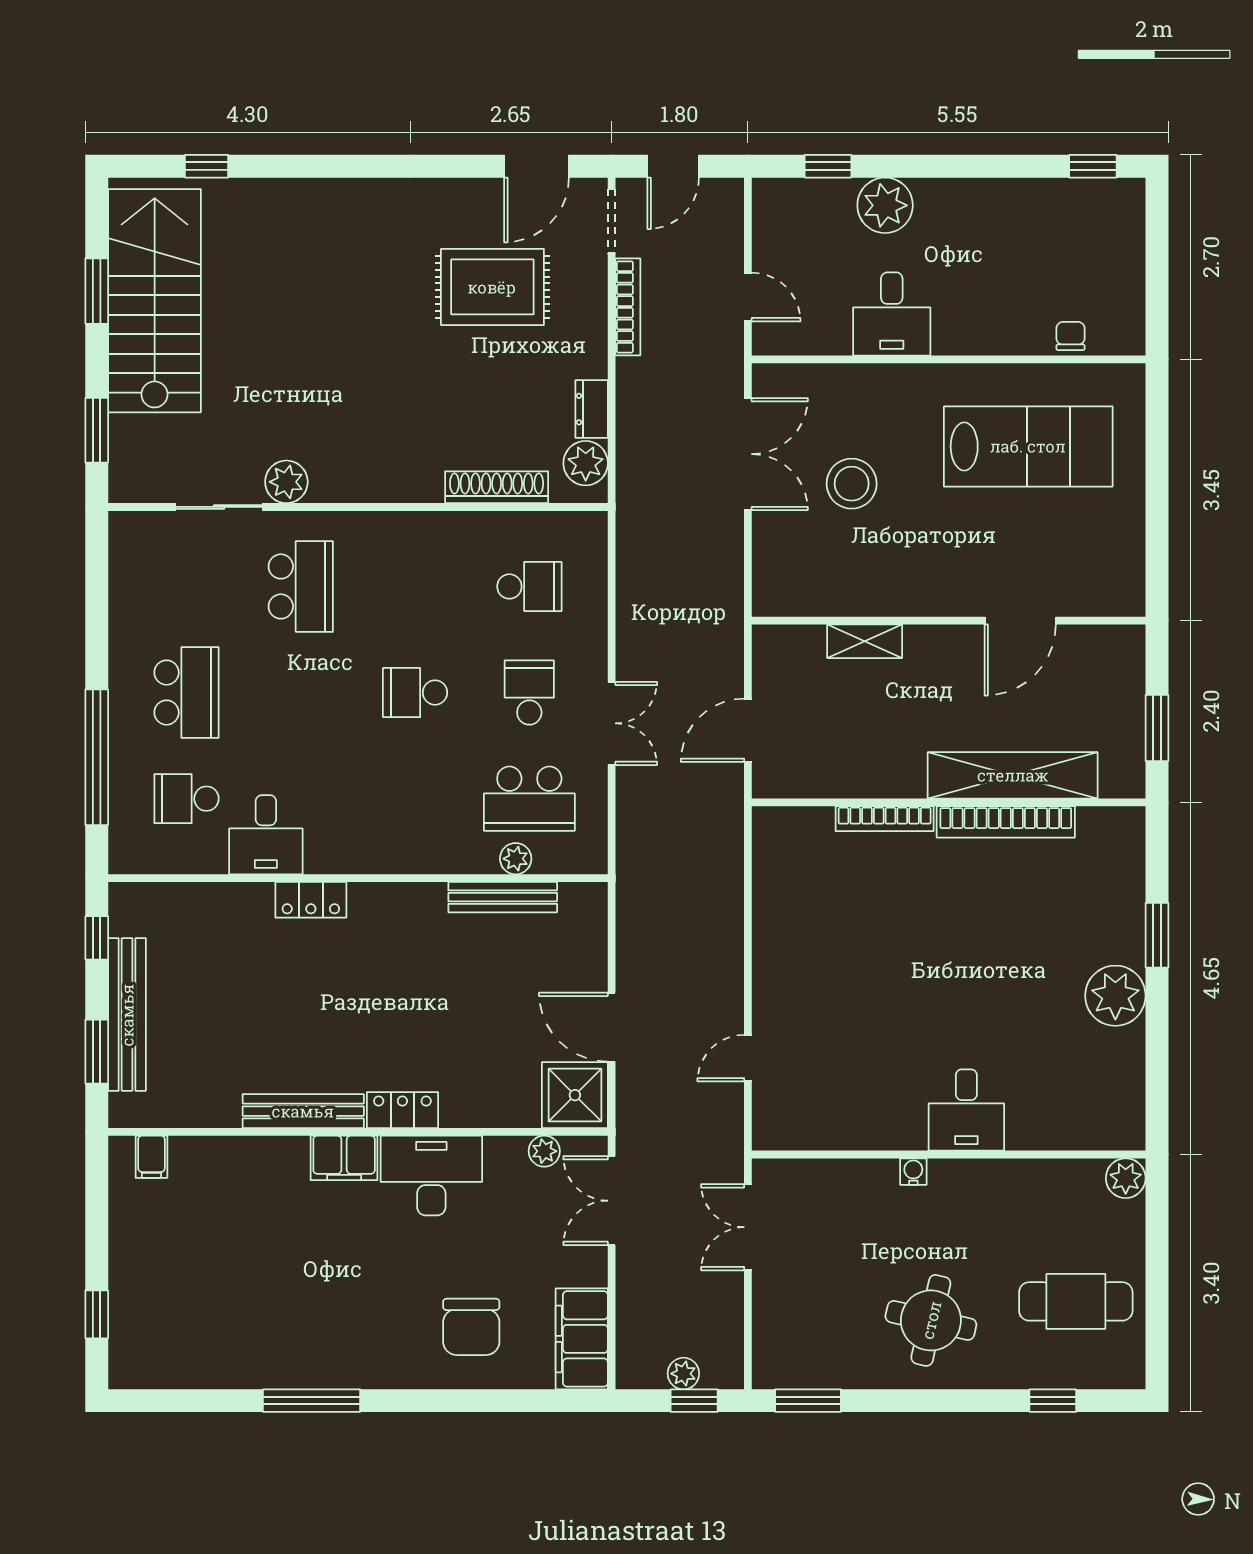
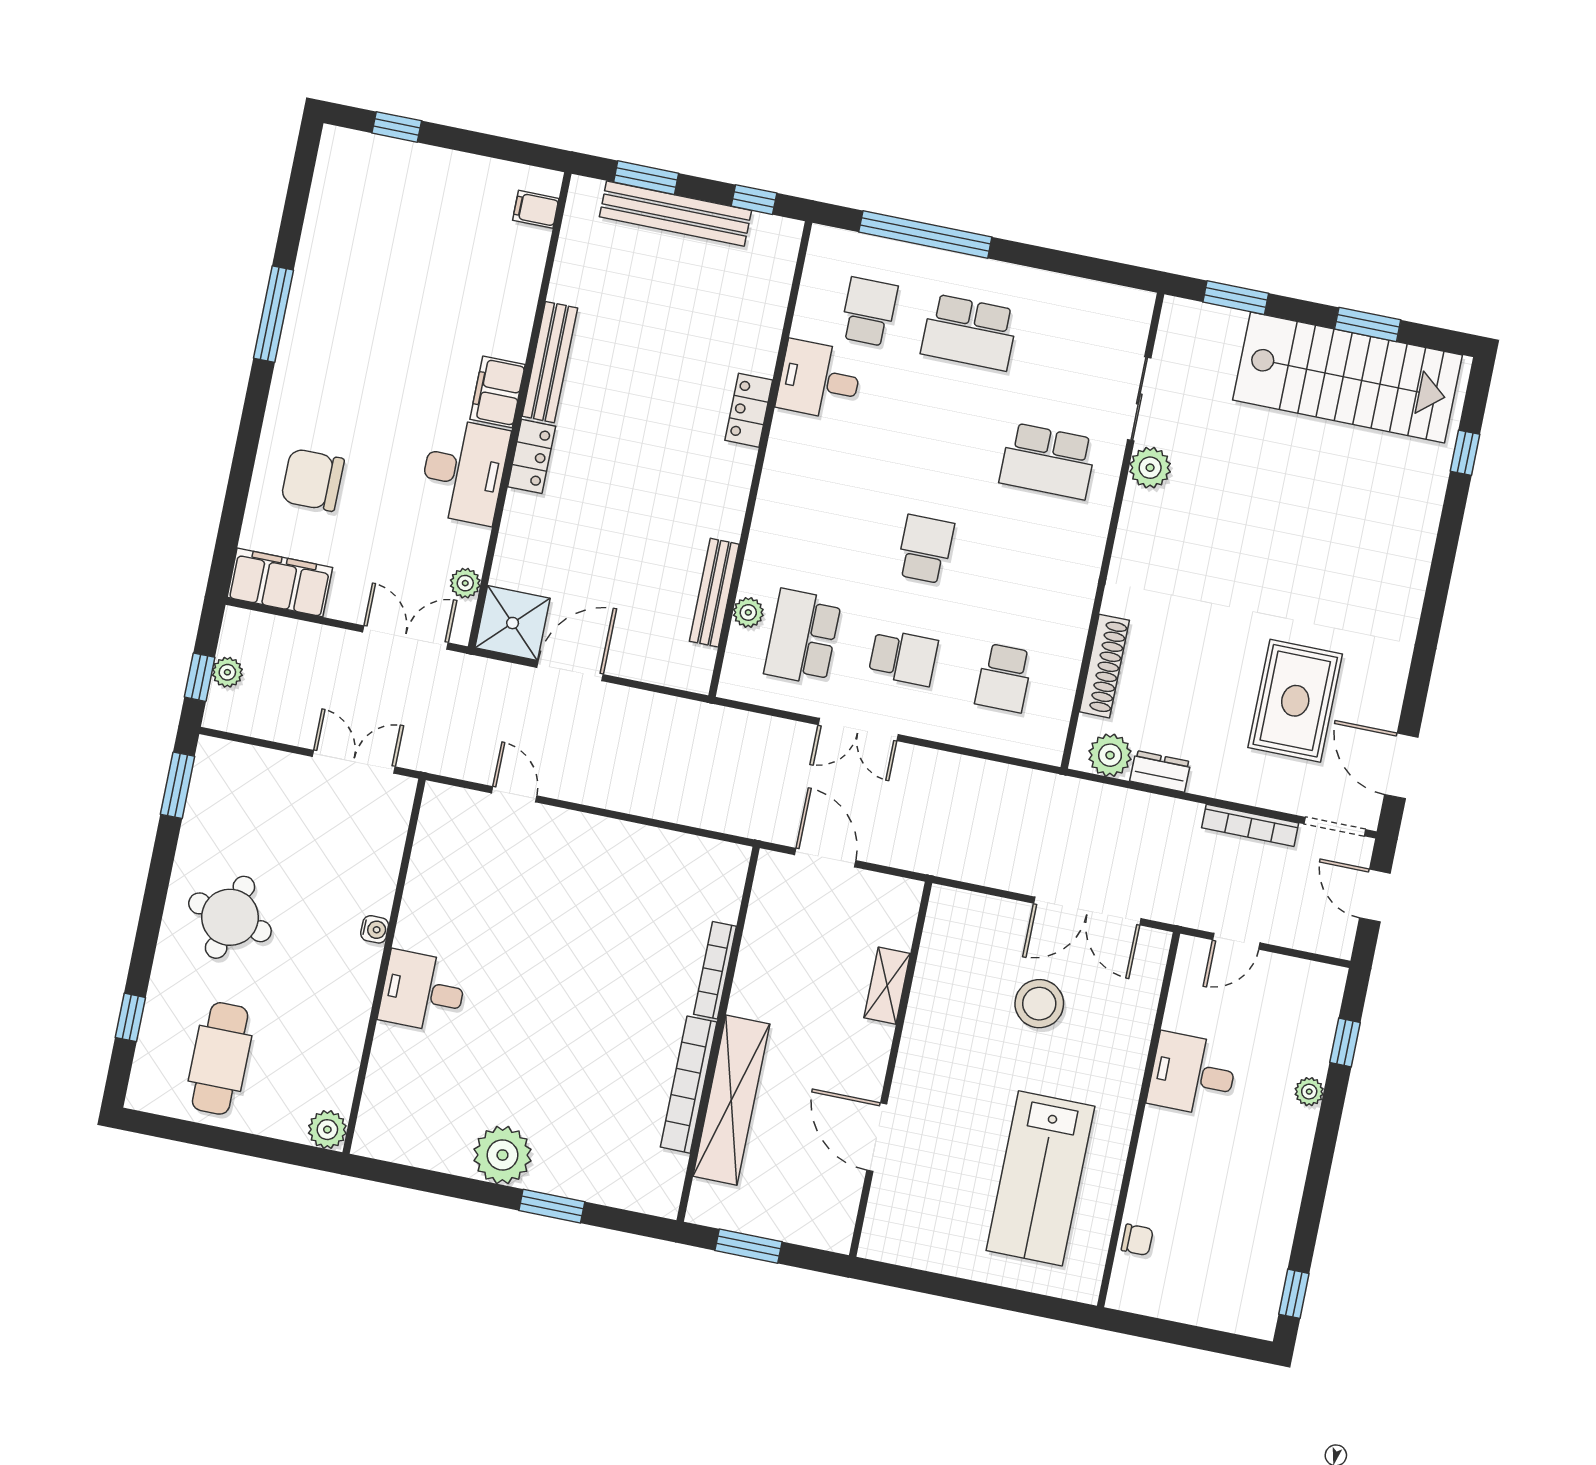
plant: (885, 205) -> (1309, 1092), width x0.53, depth x0.53

